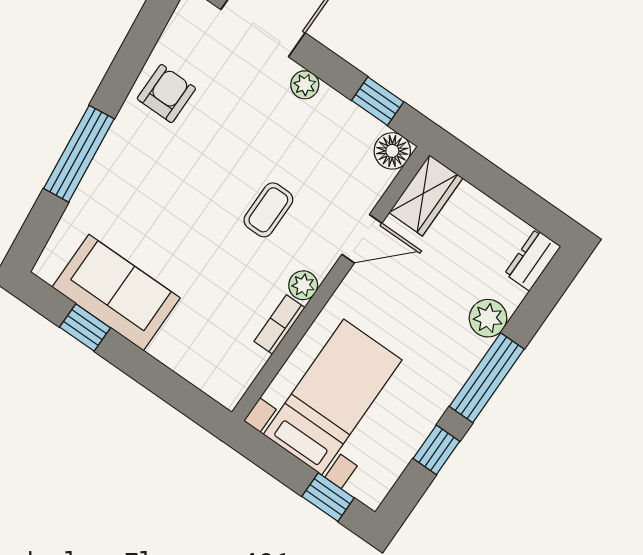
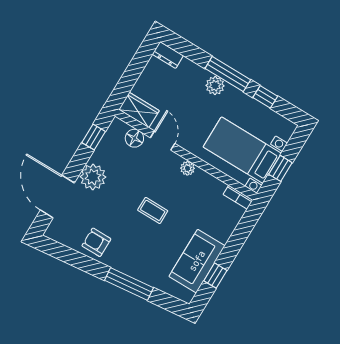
plant: (305, 85) -> (93, 177), width x1.88, depth x1.88
floor lamp: (392, 151) -> (134, 138), moved
coffee table: (268, 210) -> (153, 210), moved
plant: (488, 318) -> (215, 86), moved
bookcase: (279, 325) -> (238, 197), moved
window: (328, 497) -> (280, 168), moved

